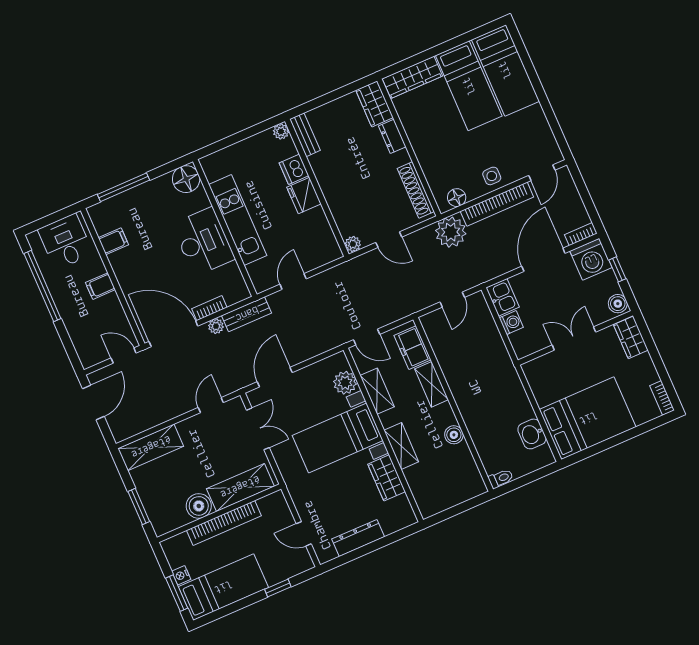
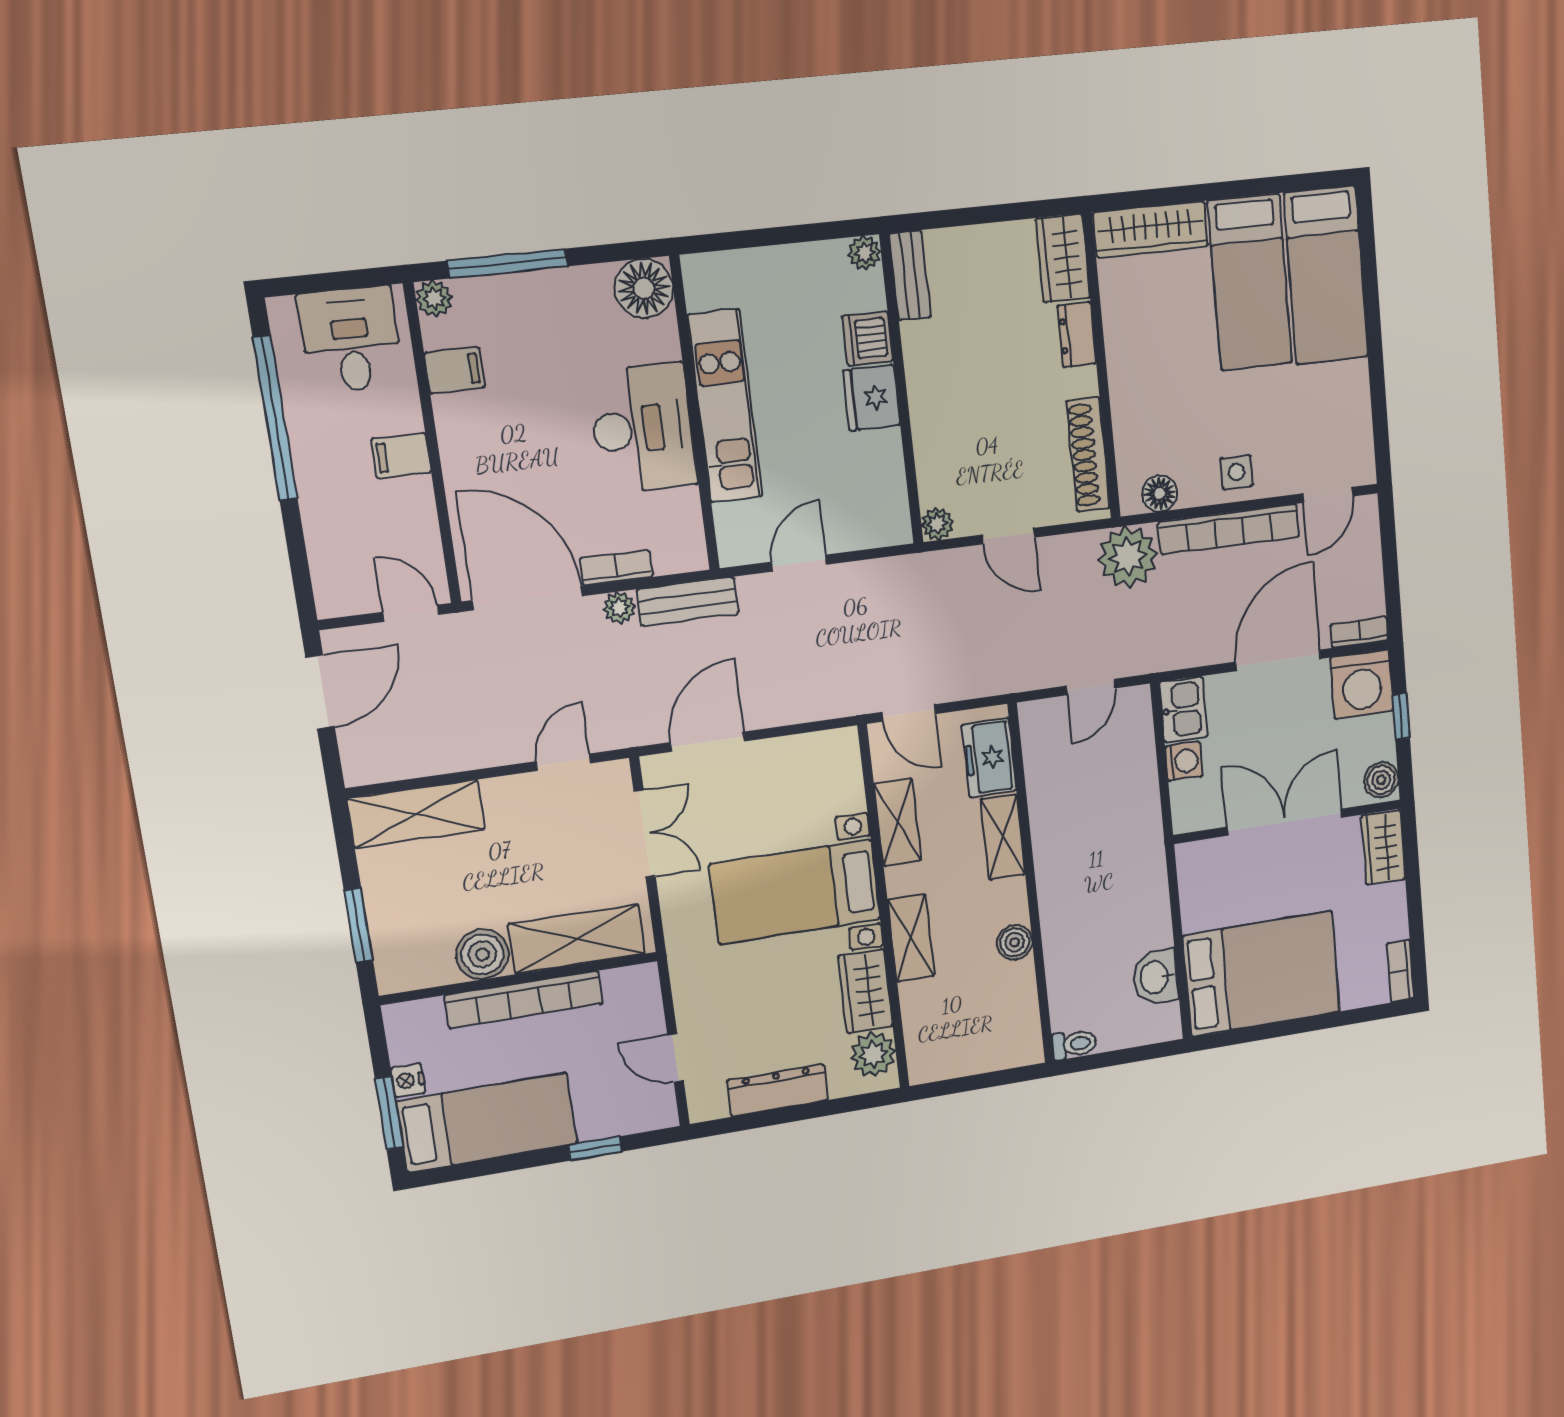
plant: (96, 213) -> (434, 299), added
double door: (574, 338) -> (1285, 822), width x1.37
plant: (345, 383) -> (873, 1055), moved

